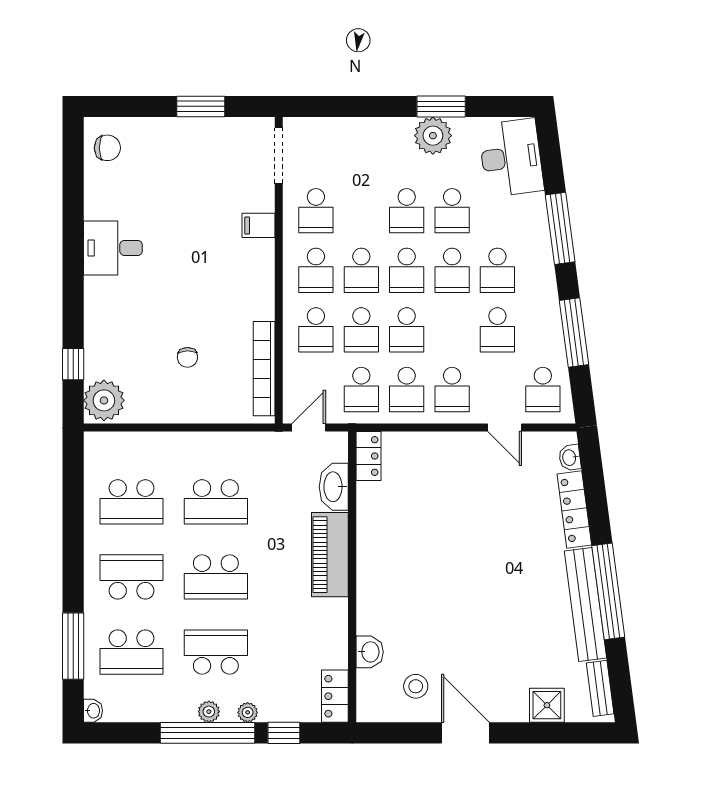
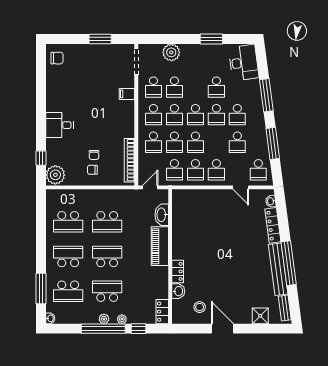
plant: (433, 136) -> (171, 52), moved
school desk: (407, 211) -> (174, 87), moved
desk: (113, 248) -> (60, 125), moved
chair: (184, 389) -> (92, 170), added
locker: (368, 456) -> (178, 271), moved
school desk: (216, 577) -> (107, 256), turned 180

